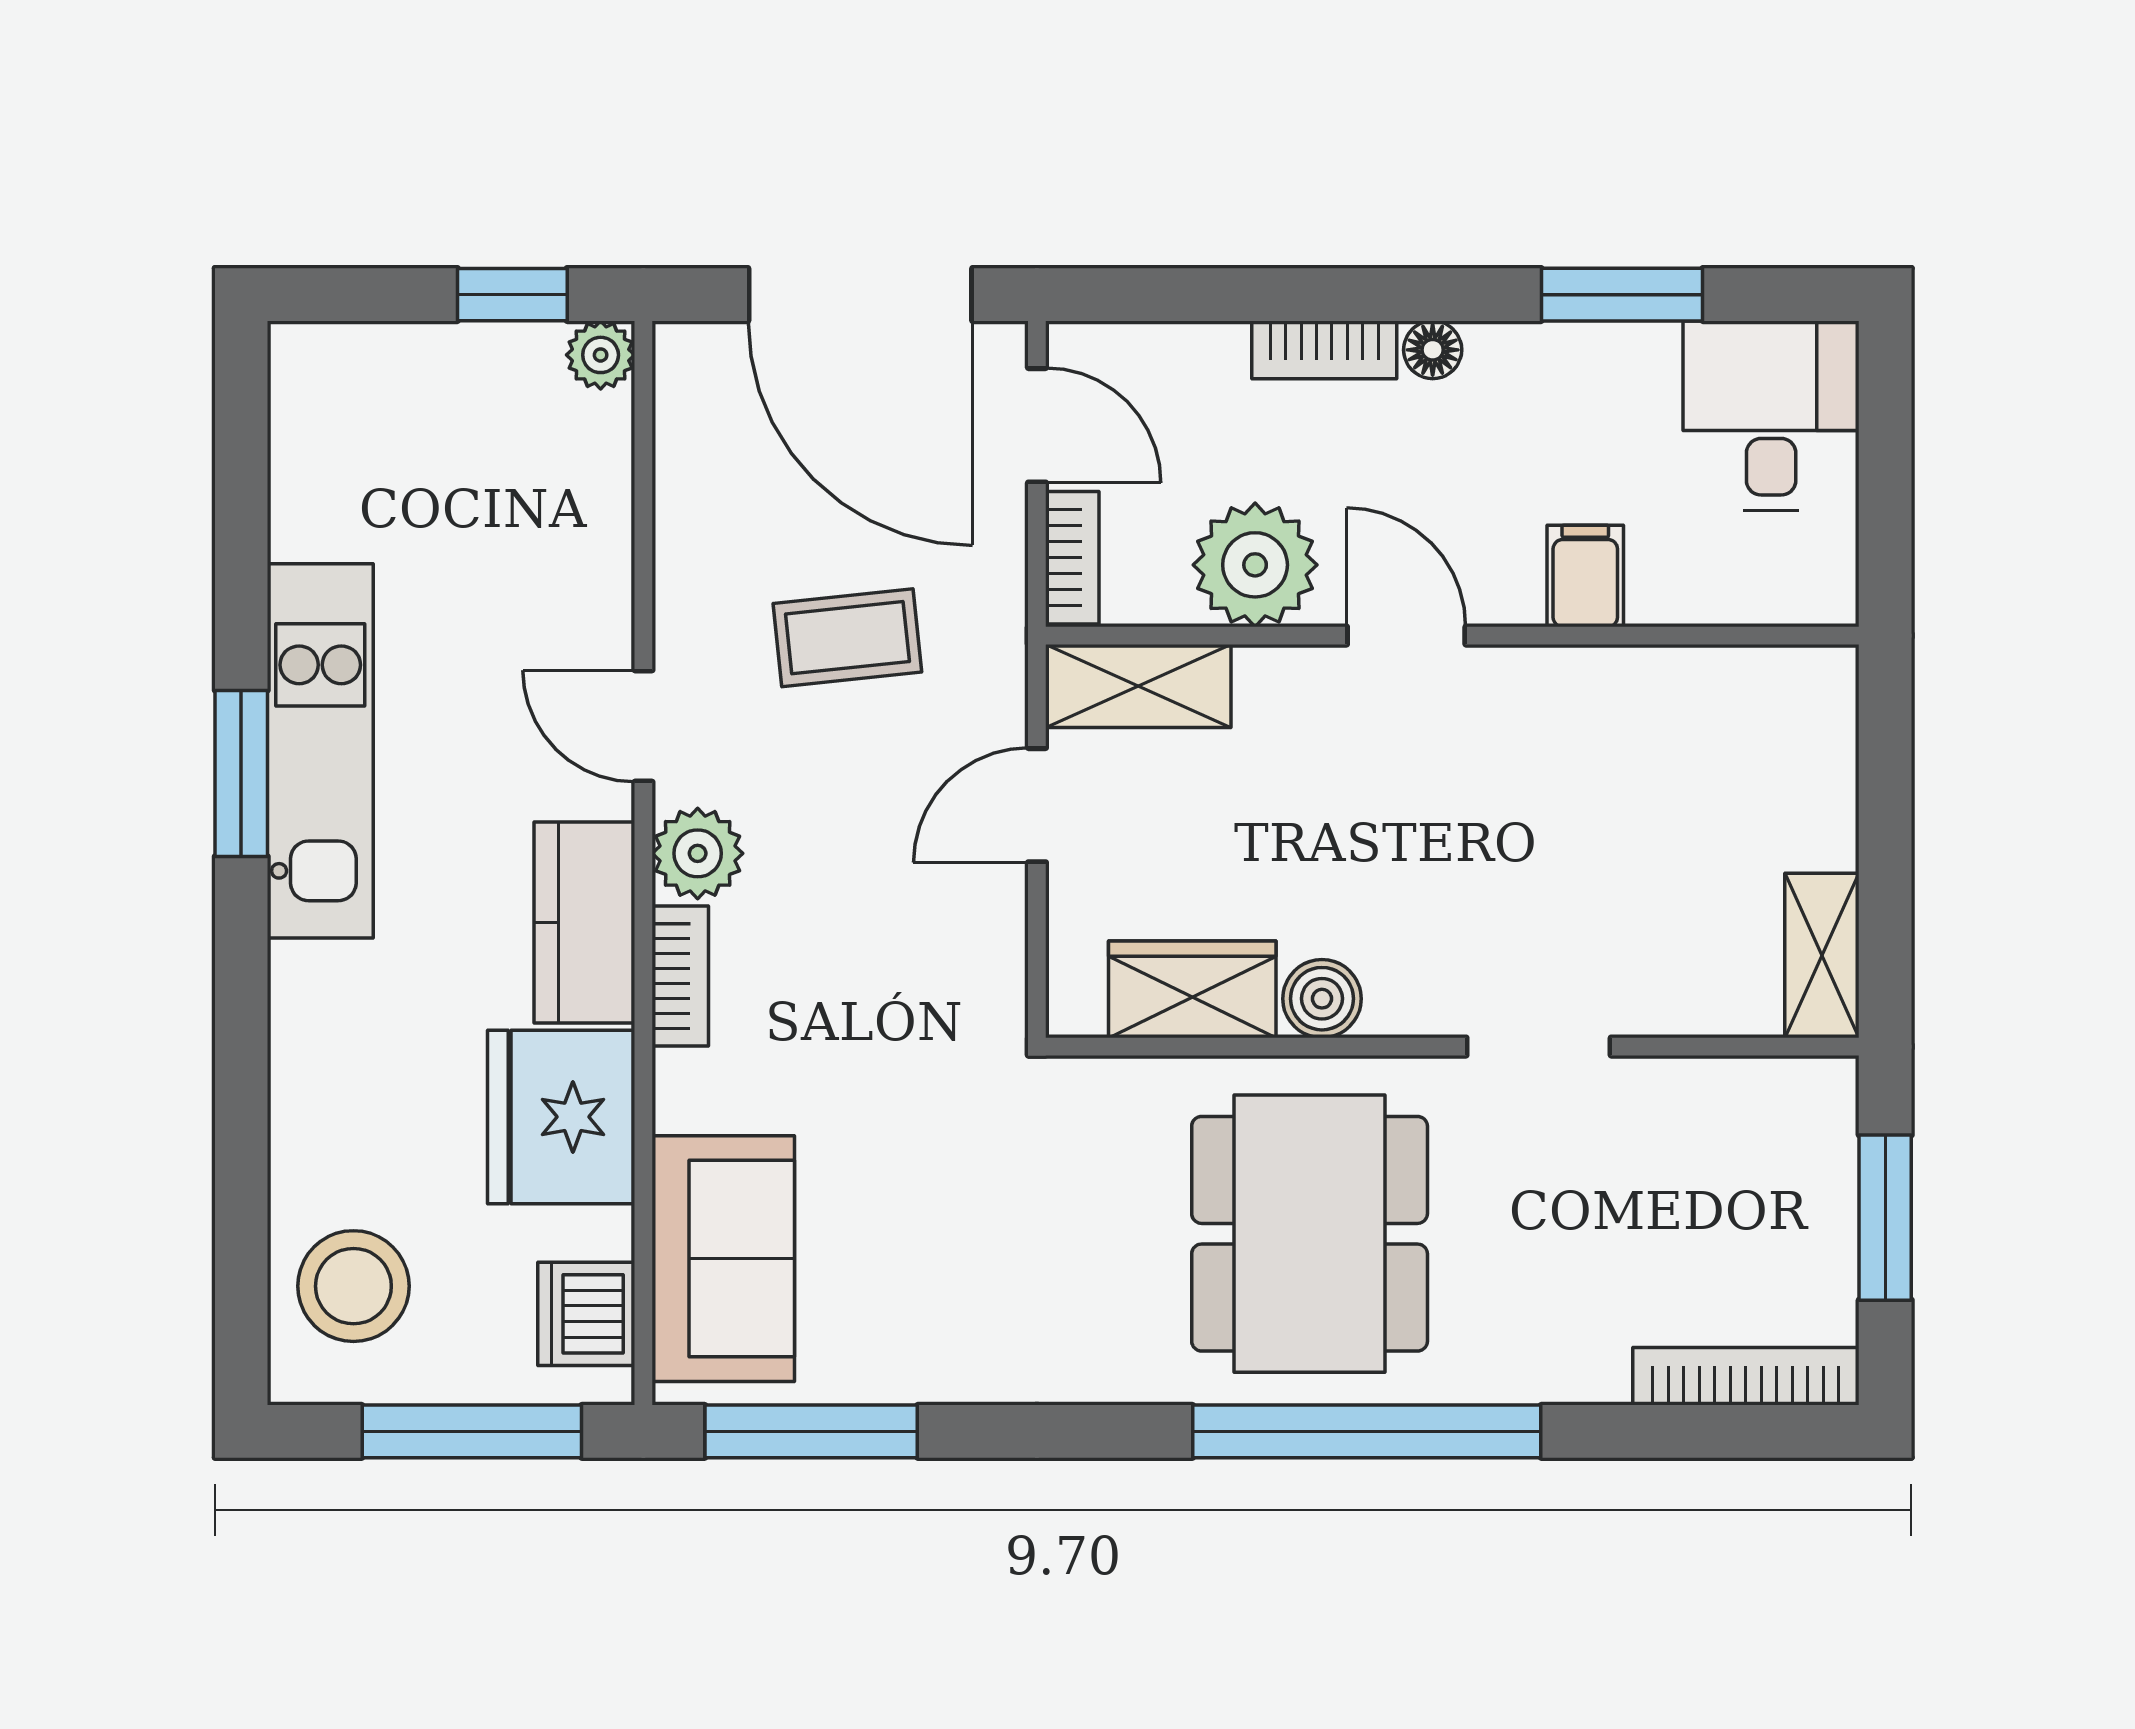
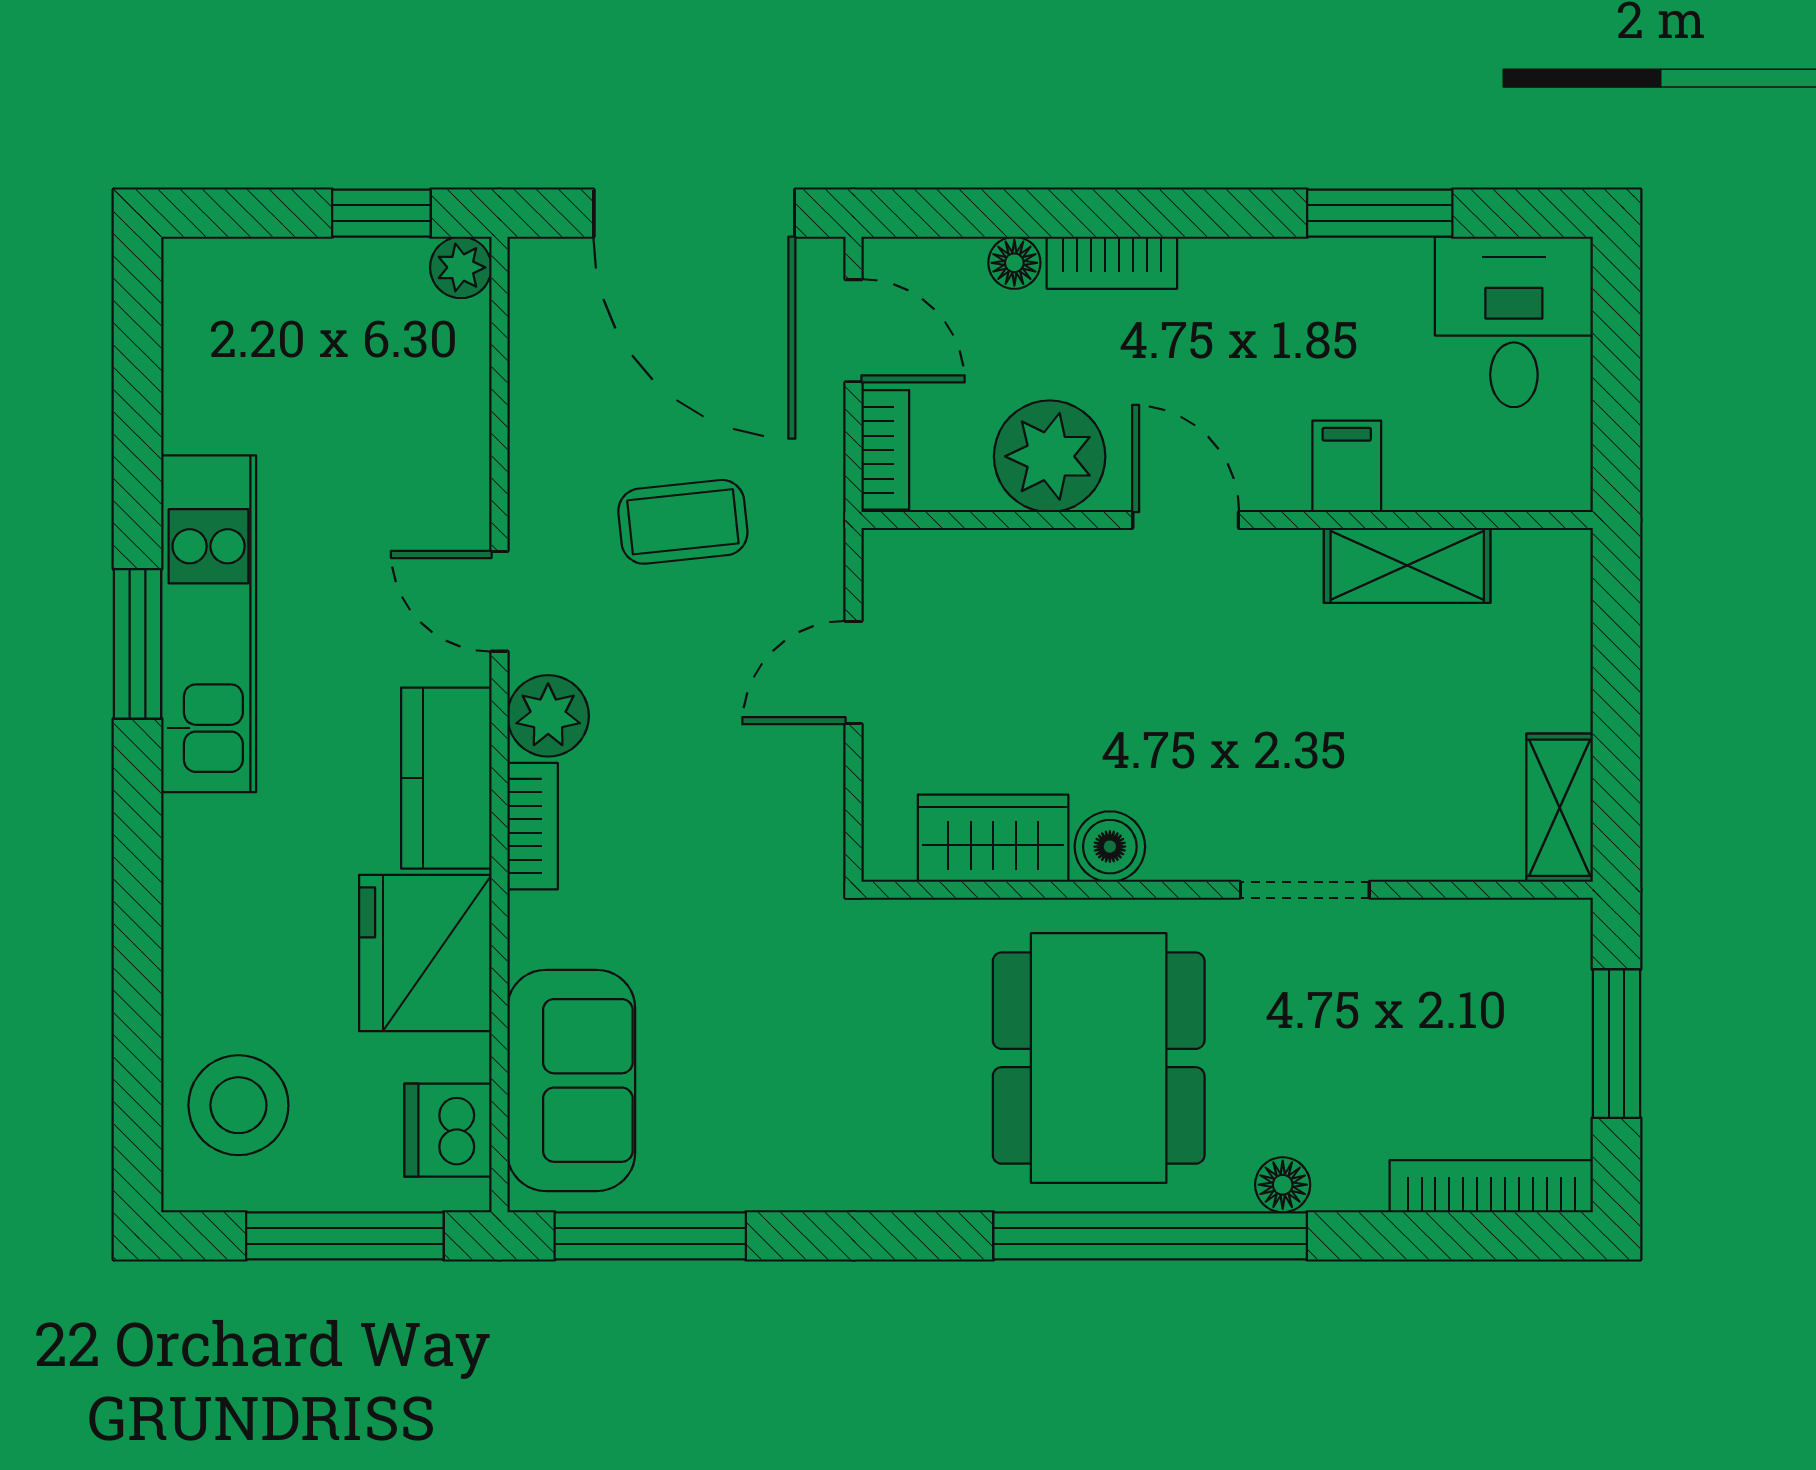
floor lamp: (1433, 350) -> (1014, 263), moved
shelving: (1138, 686) -> (1407, 565), moved
floor lamp: (1514, 1375) -> (1283, 1185), added

